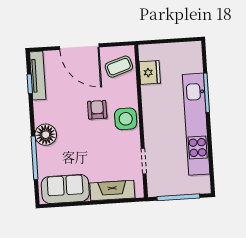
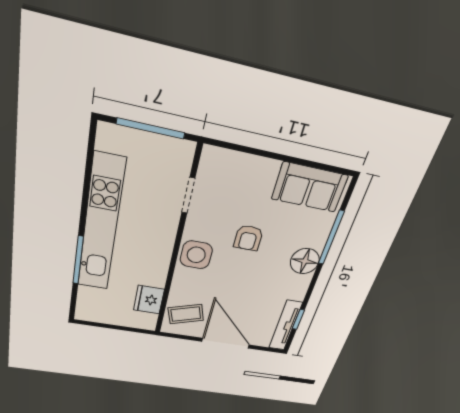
armchair: (97, 110) -> (248, 238), moved
fireplace: (112, 191) -> (246, 167), removed

